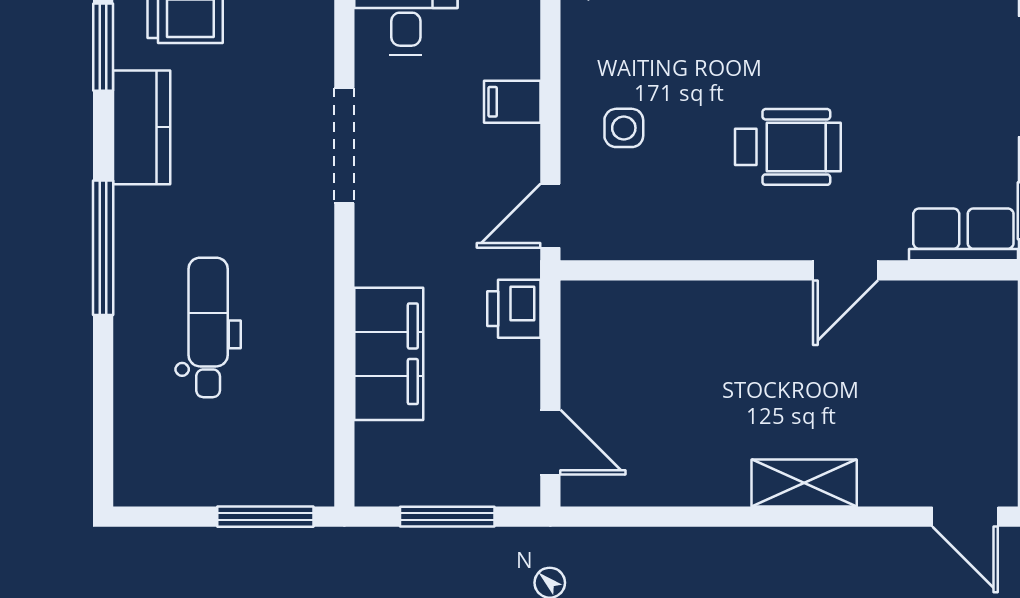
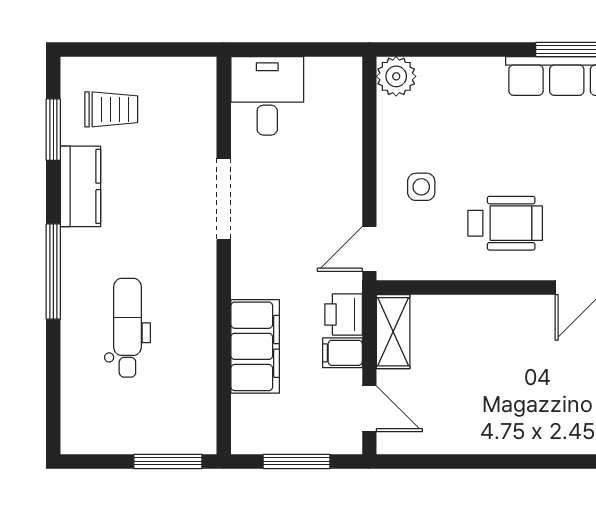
filing cabinet: (512, 102) -> (342, 353), moved
wheelchair: (788, 147) -> (505, 223), moved
shelving: (804, 483) -> (393, 332), moved, turned 90

